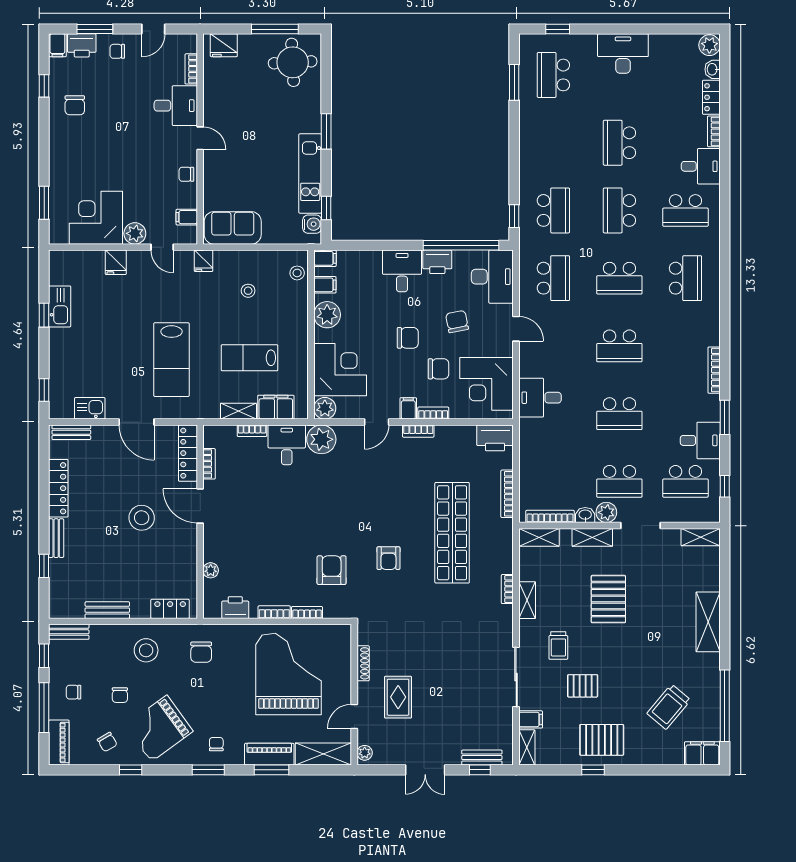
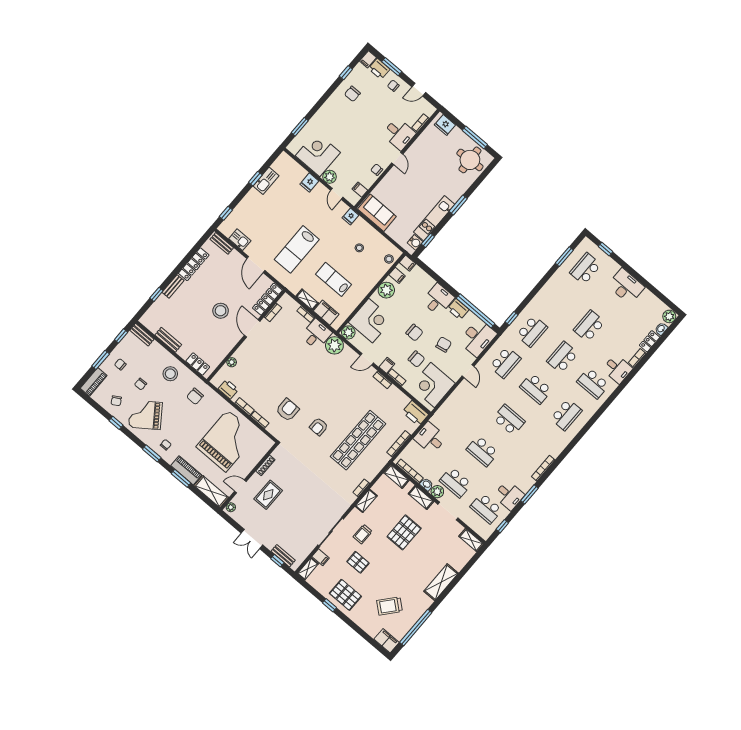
school desk: (619, 346) -> (509, 420), turned 180
desk: (540, 398) -> (430, 438), moved
window: (44, 708) -> (101, 360), width x0.69

